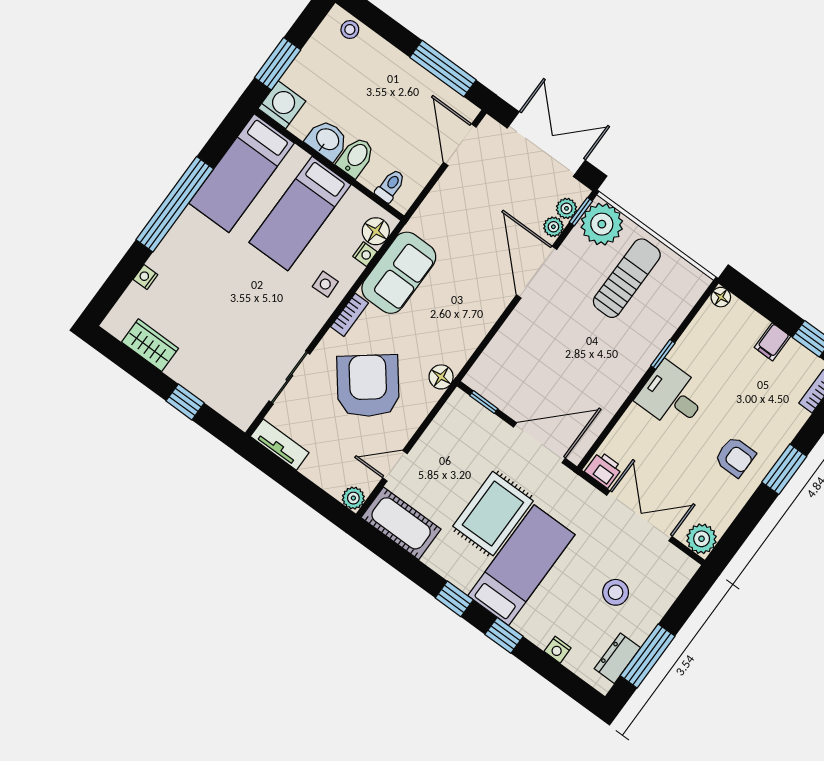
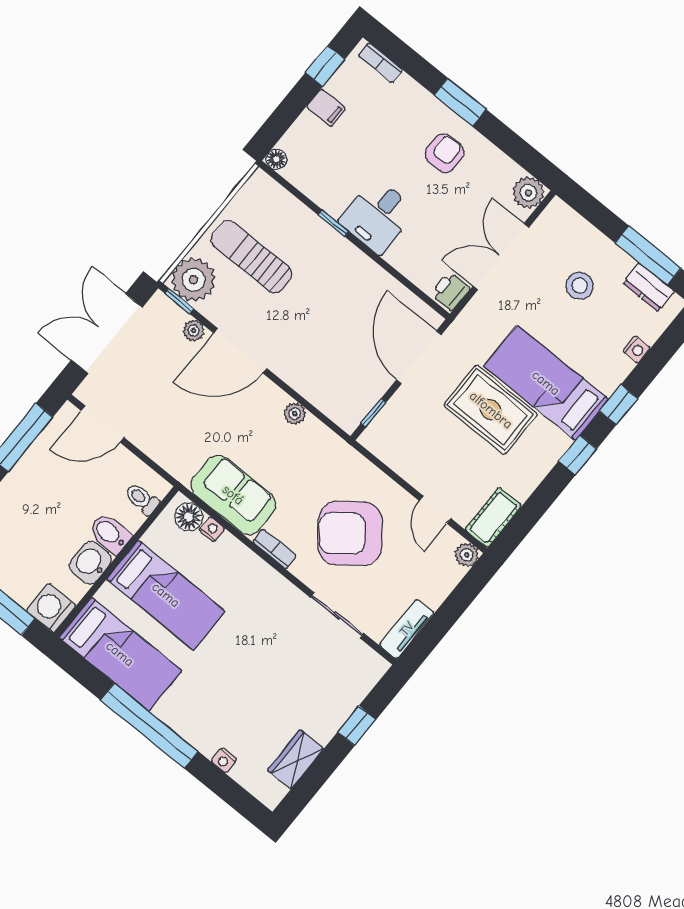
plant: (566, 208) -> (295, 414), moved
side table: (325, 284) -> (241, 573), removed
floor lamp: (441, 377) -> (345, 456), removed
cot: (401, 523) -> (493, 517), width x0.73, depth x0.75

